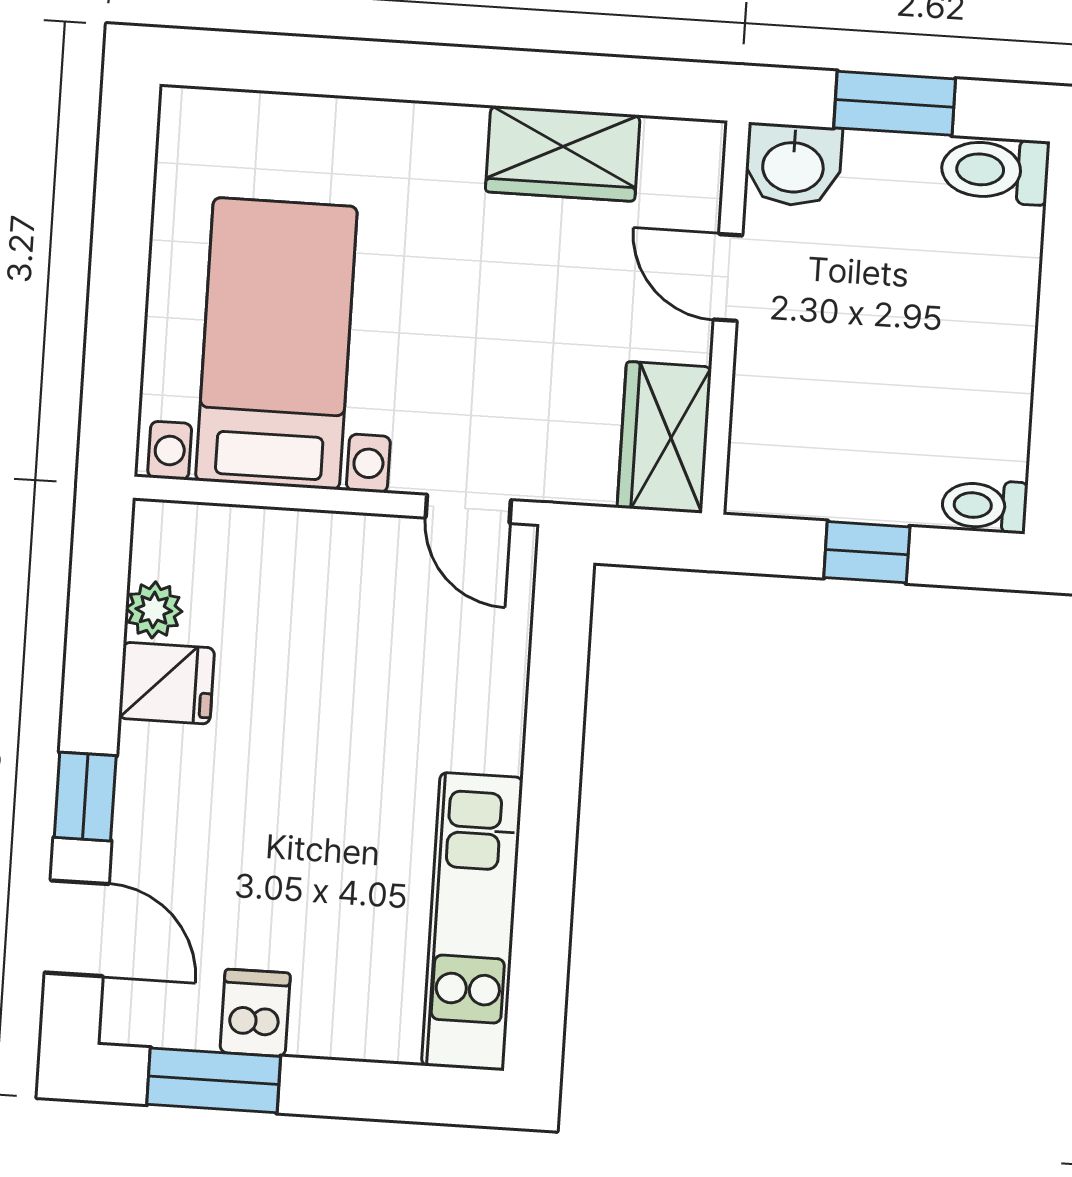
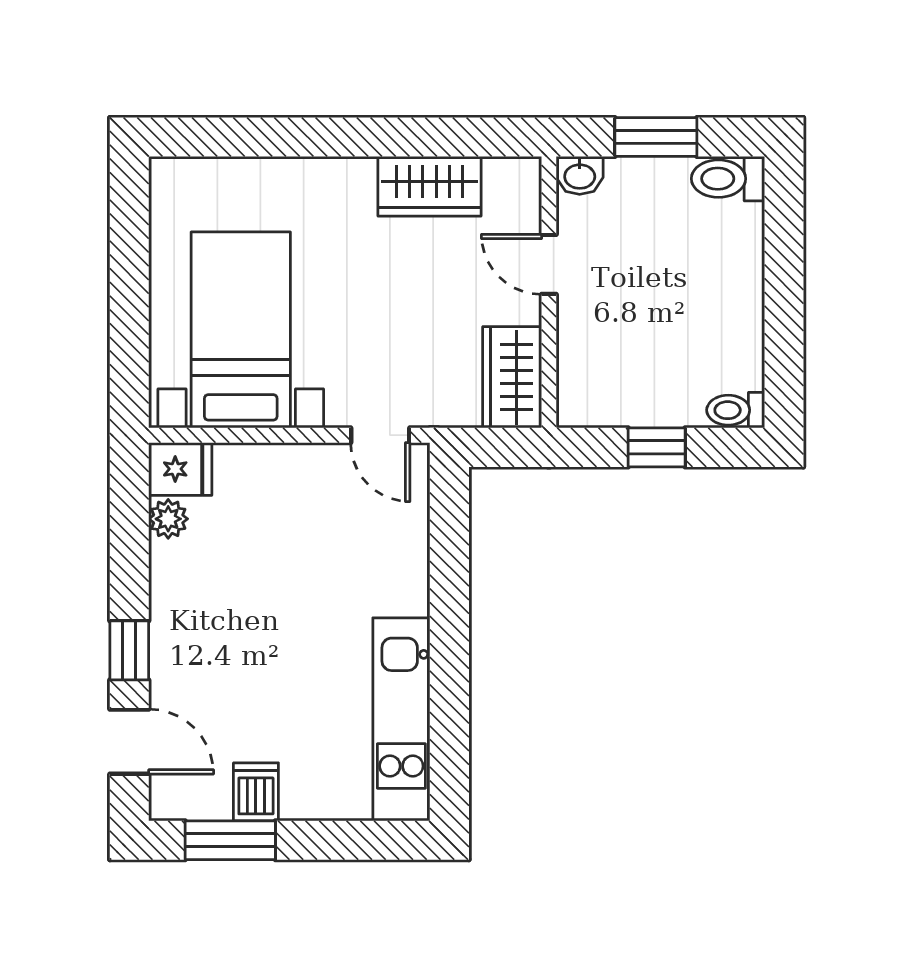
washbasin: (793, 165) -> (580, 175), width x0.72, depth x0.69
fridge: (167, 683) -> (180, 469), moved

